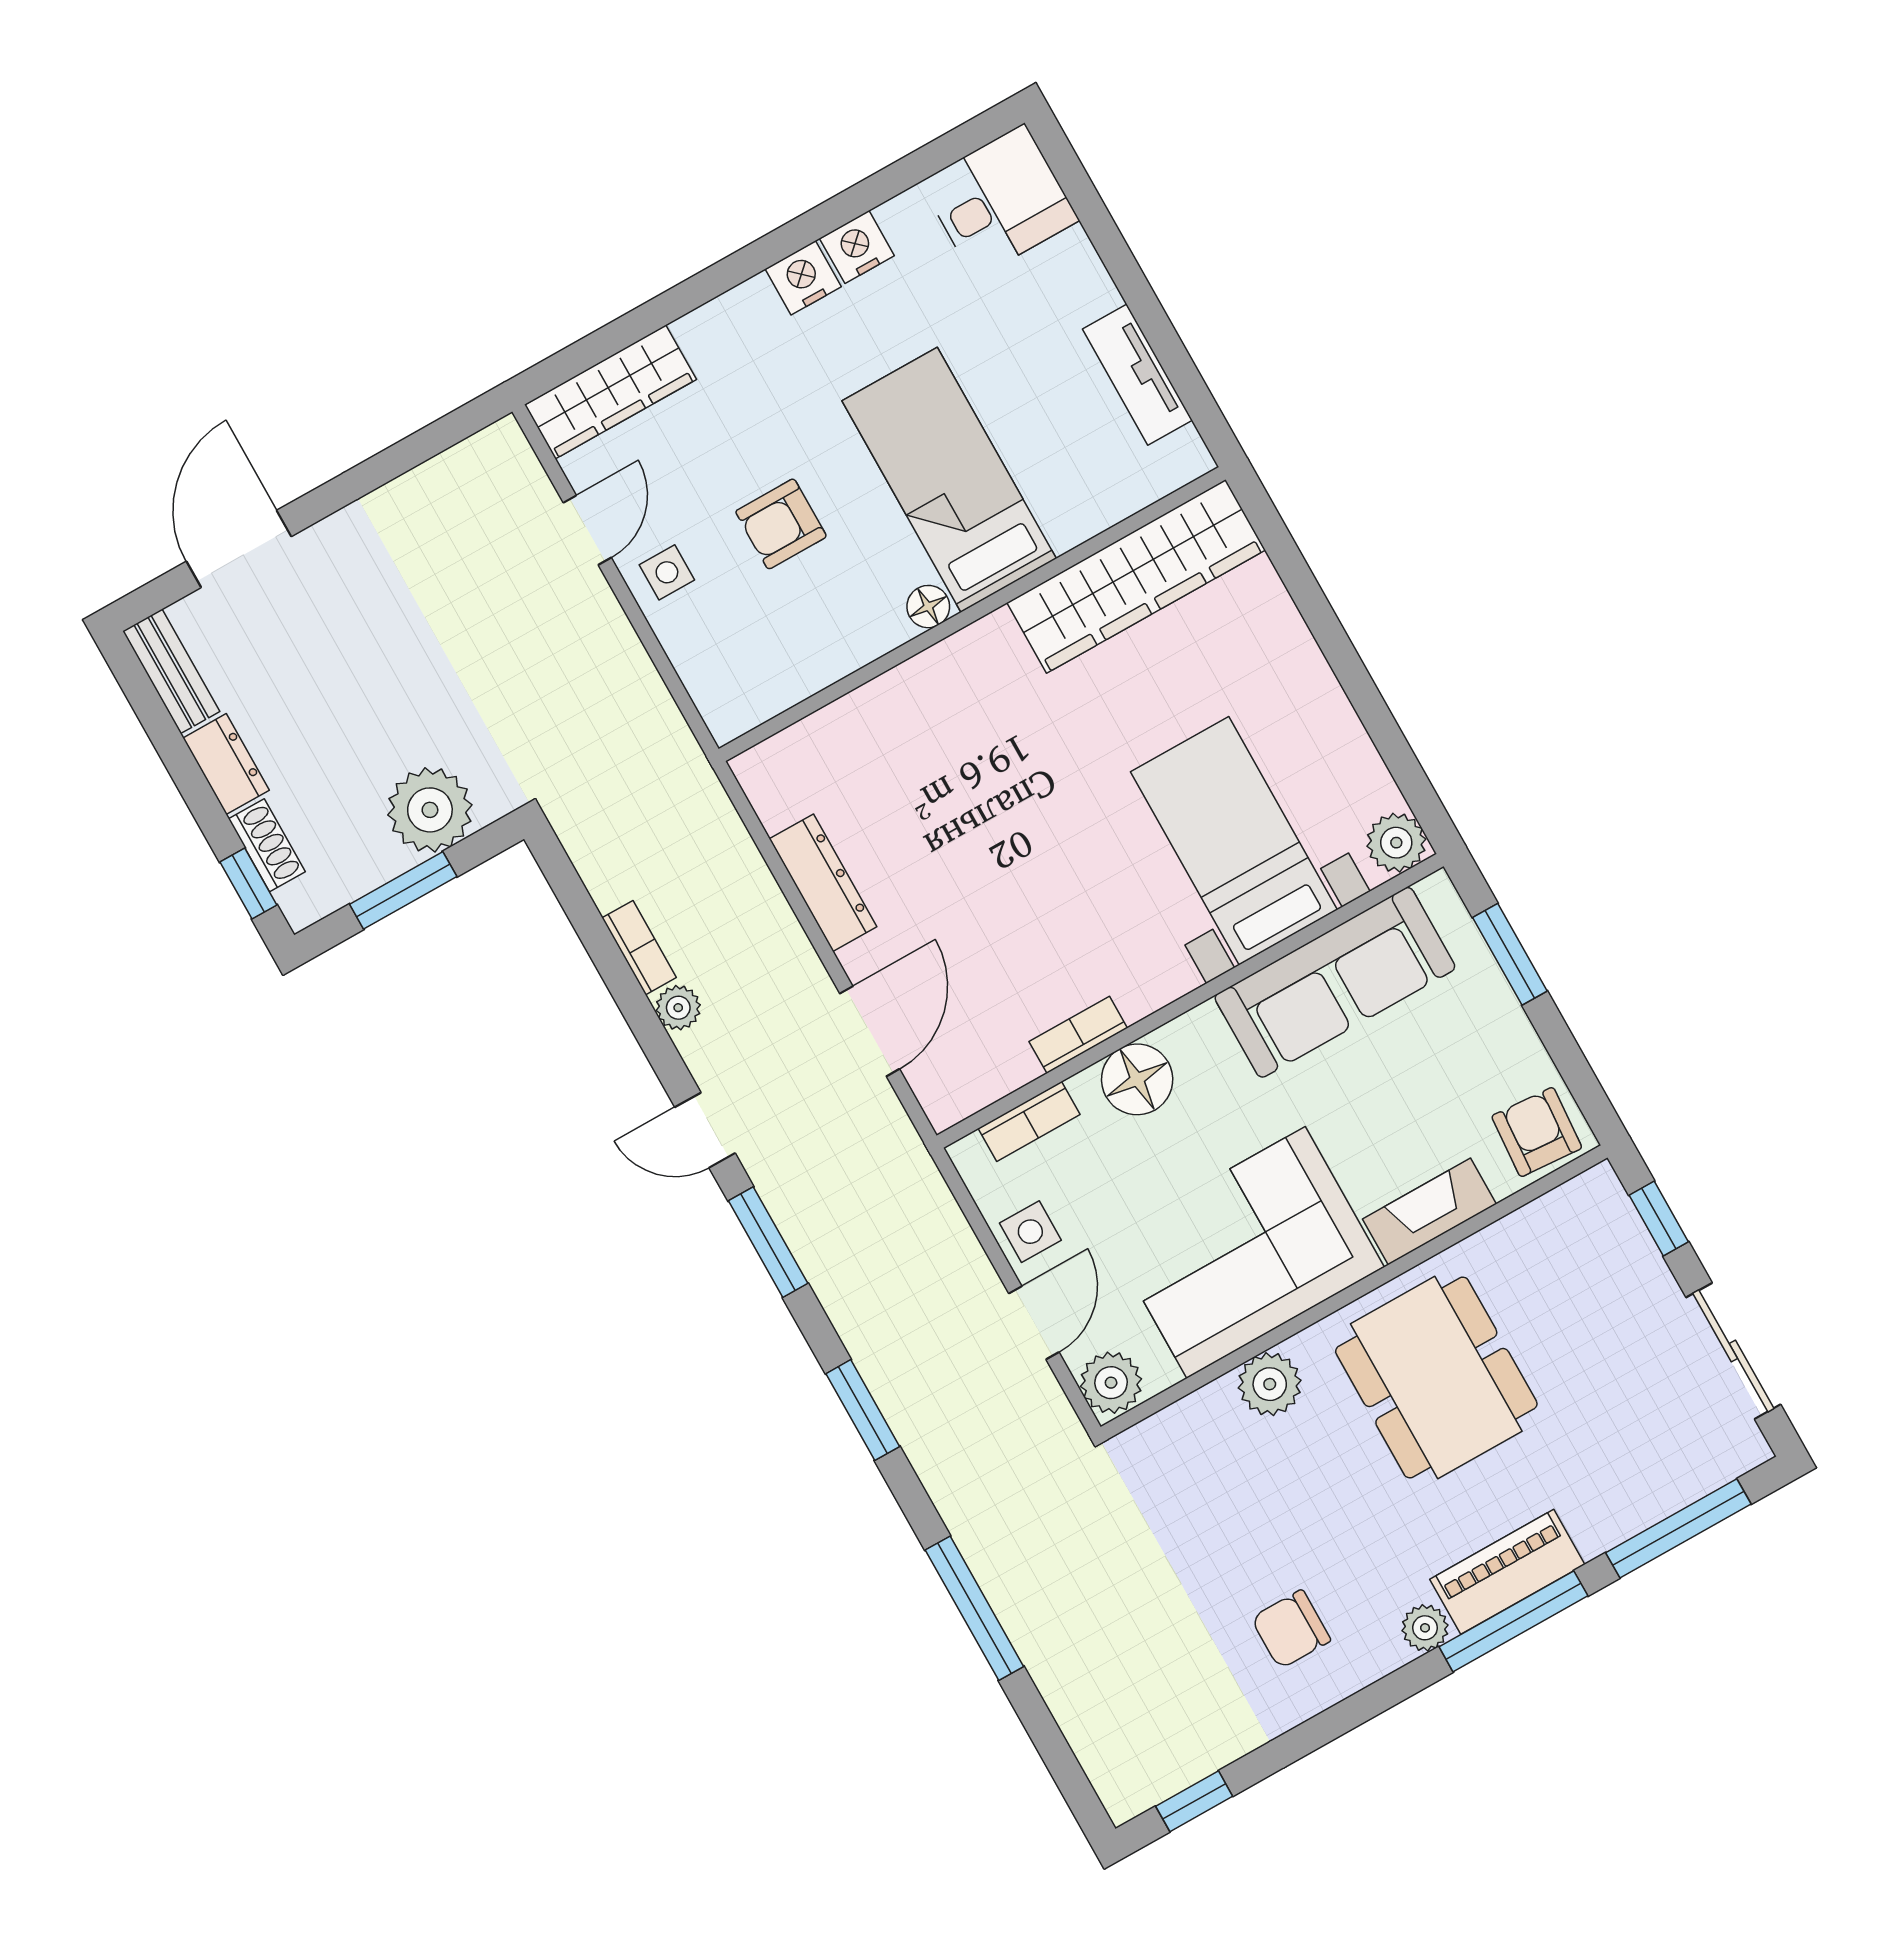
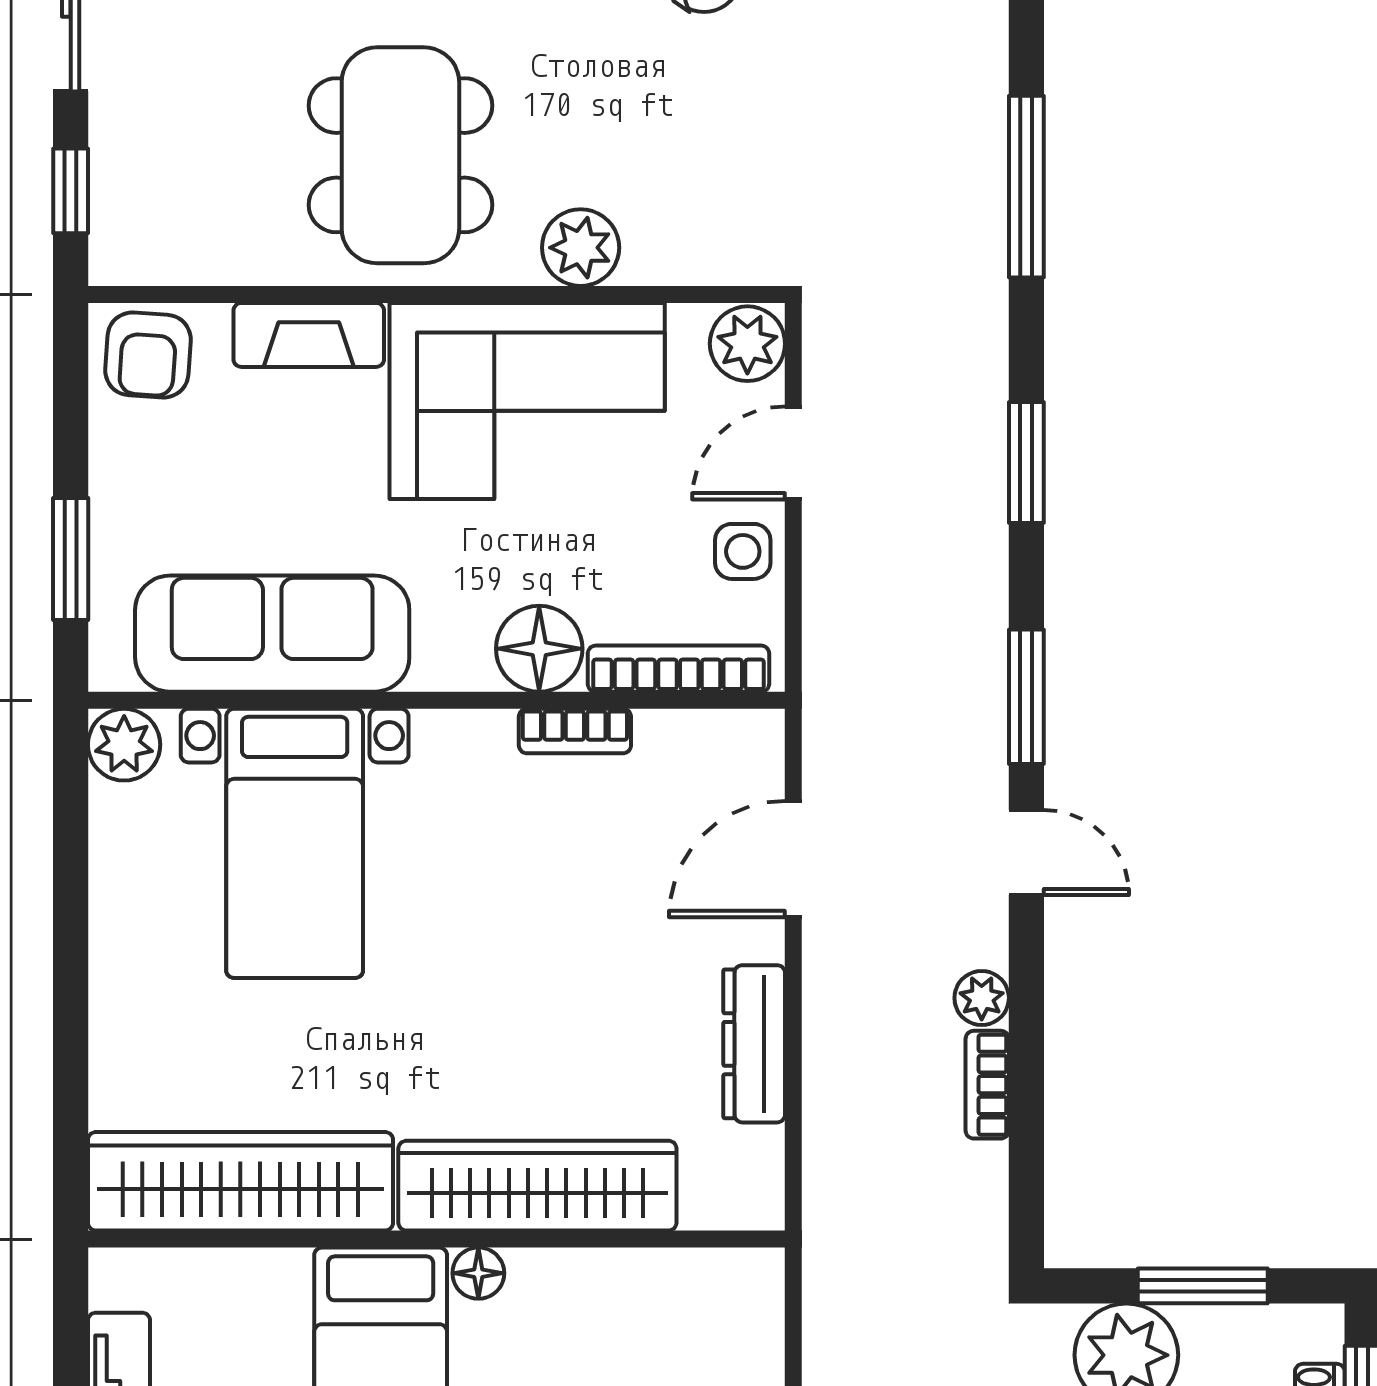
wardrobe: (921, 693) -> (537, 1186), added
bookcase: (1029, 1121) -> (678, 669), width x1.56

